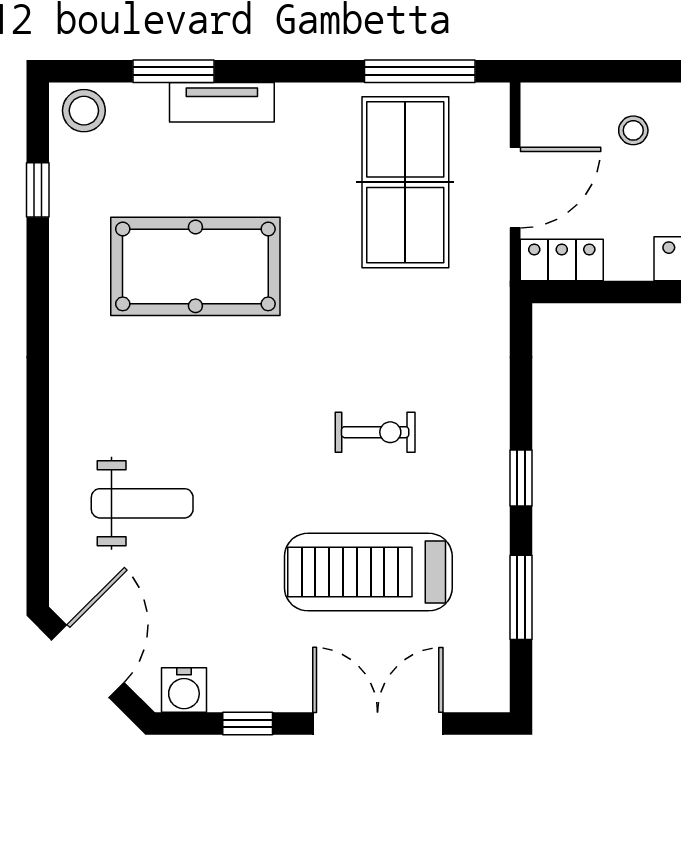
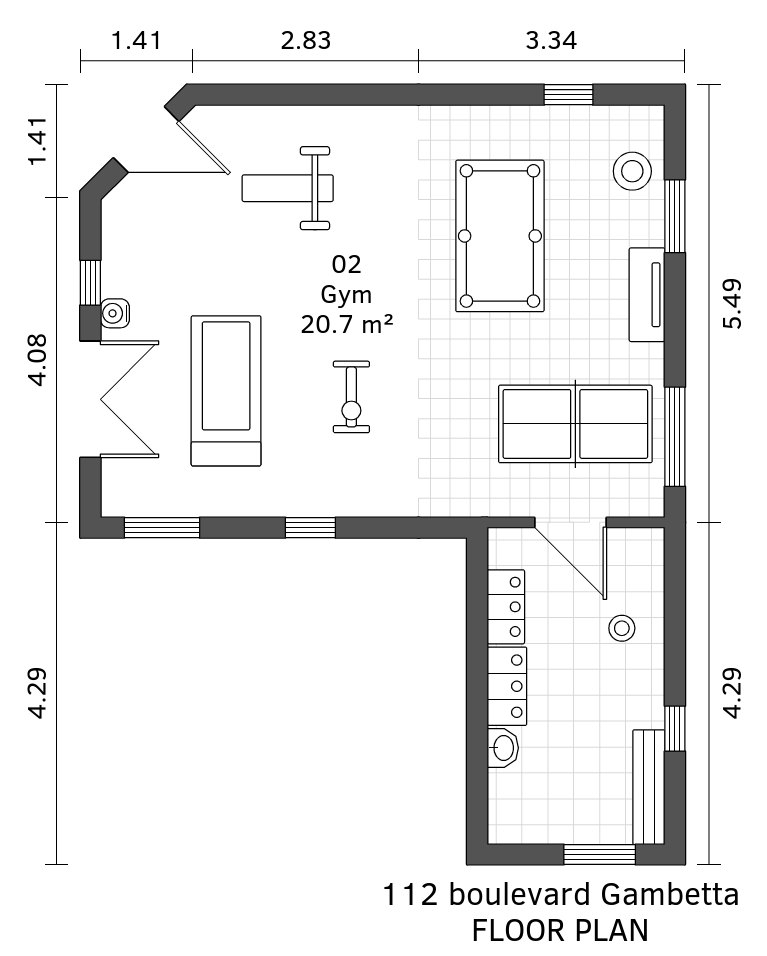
tv unit: (222, 102) -> (647, 295), moved
stool: (84, 111) -> (632, 171), moved
locker: (562, 260) -> (506, 607), moved
weight bench: (142, 503) -> (288, 188), turned 90
window: (521, 597) -> (162, 528), moved
water cooler: (184, 690) -> (115, 313), moved, width x0.72, depth x0.72

